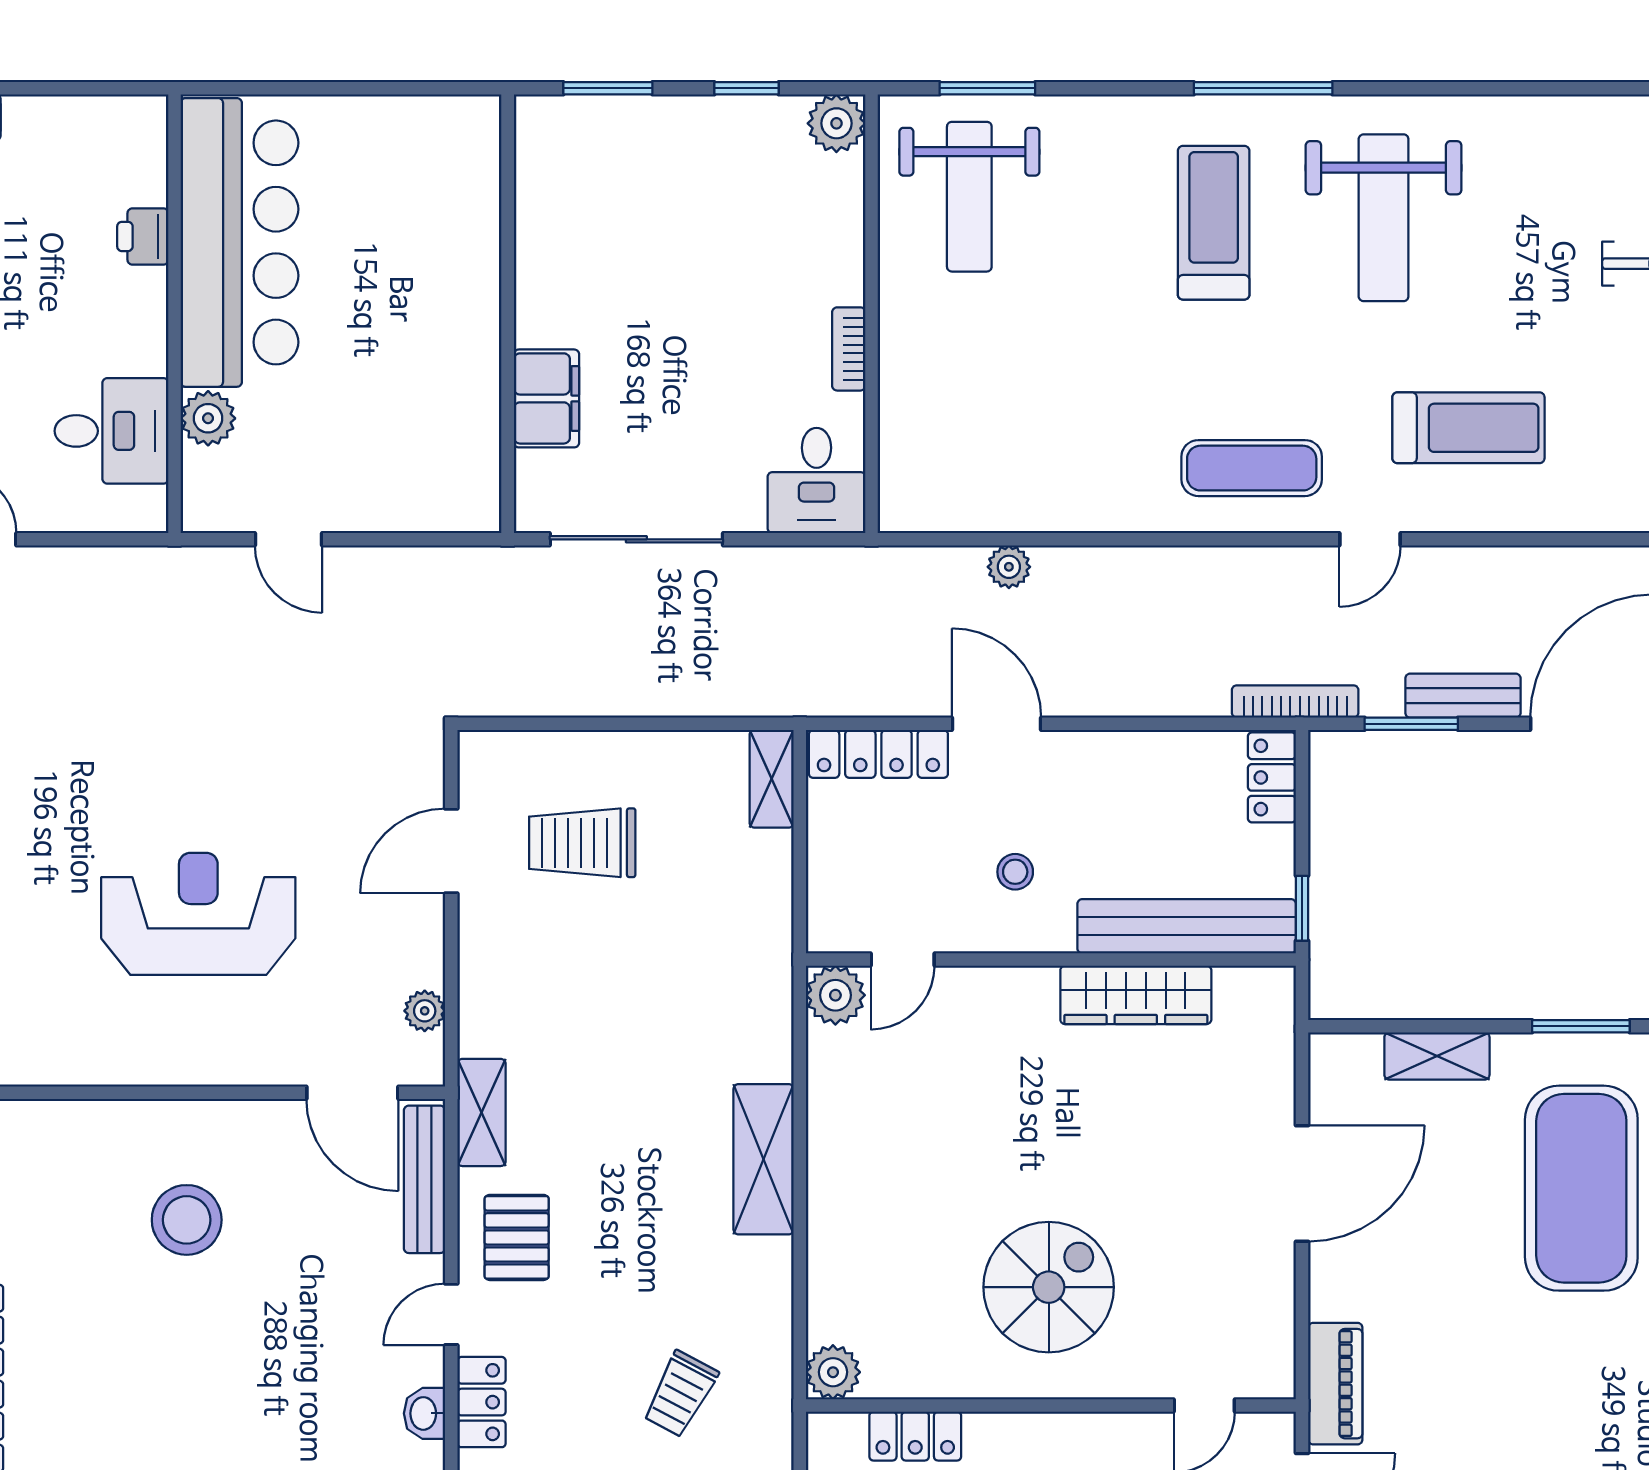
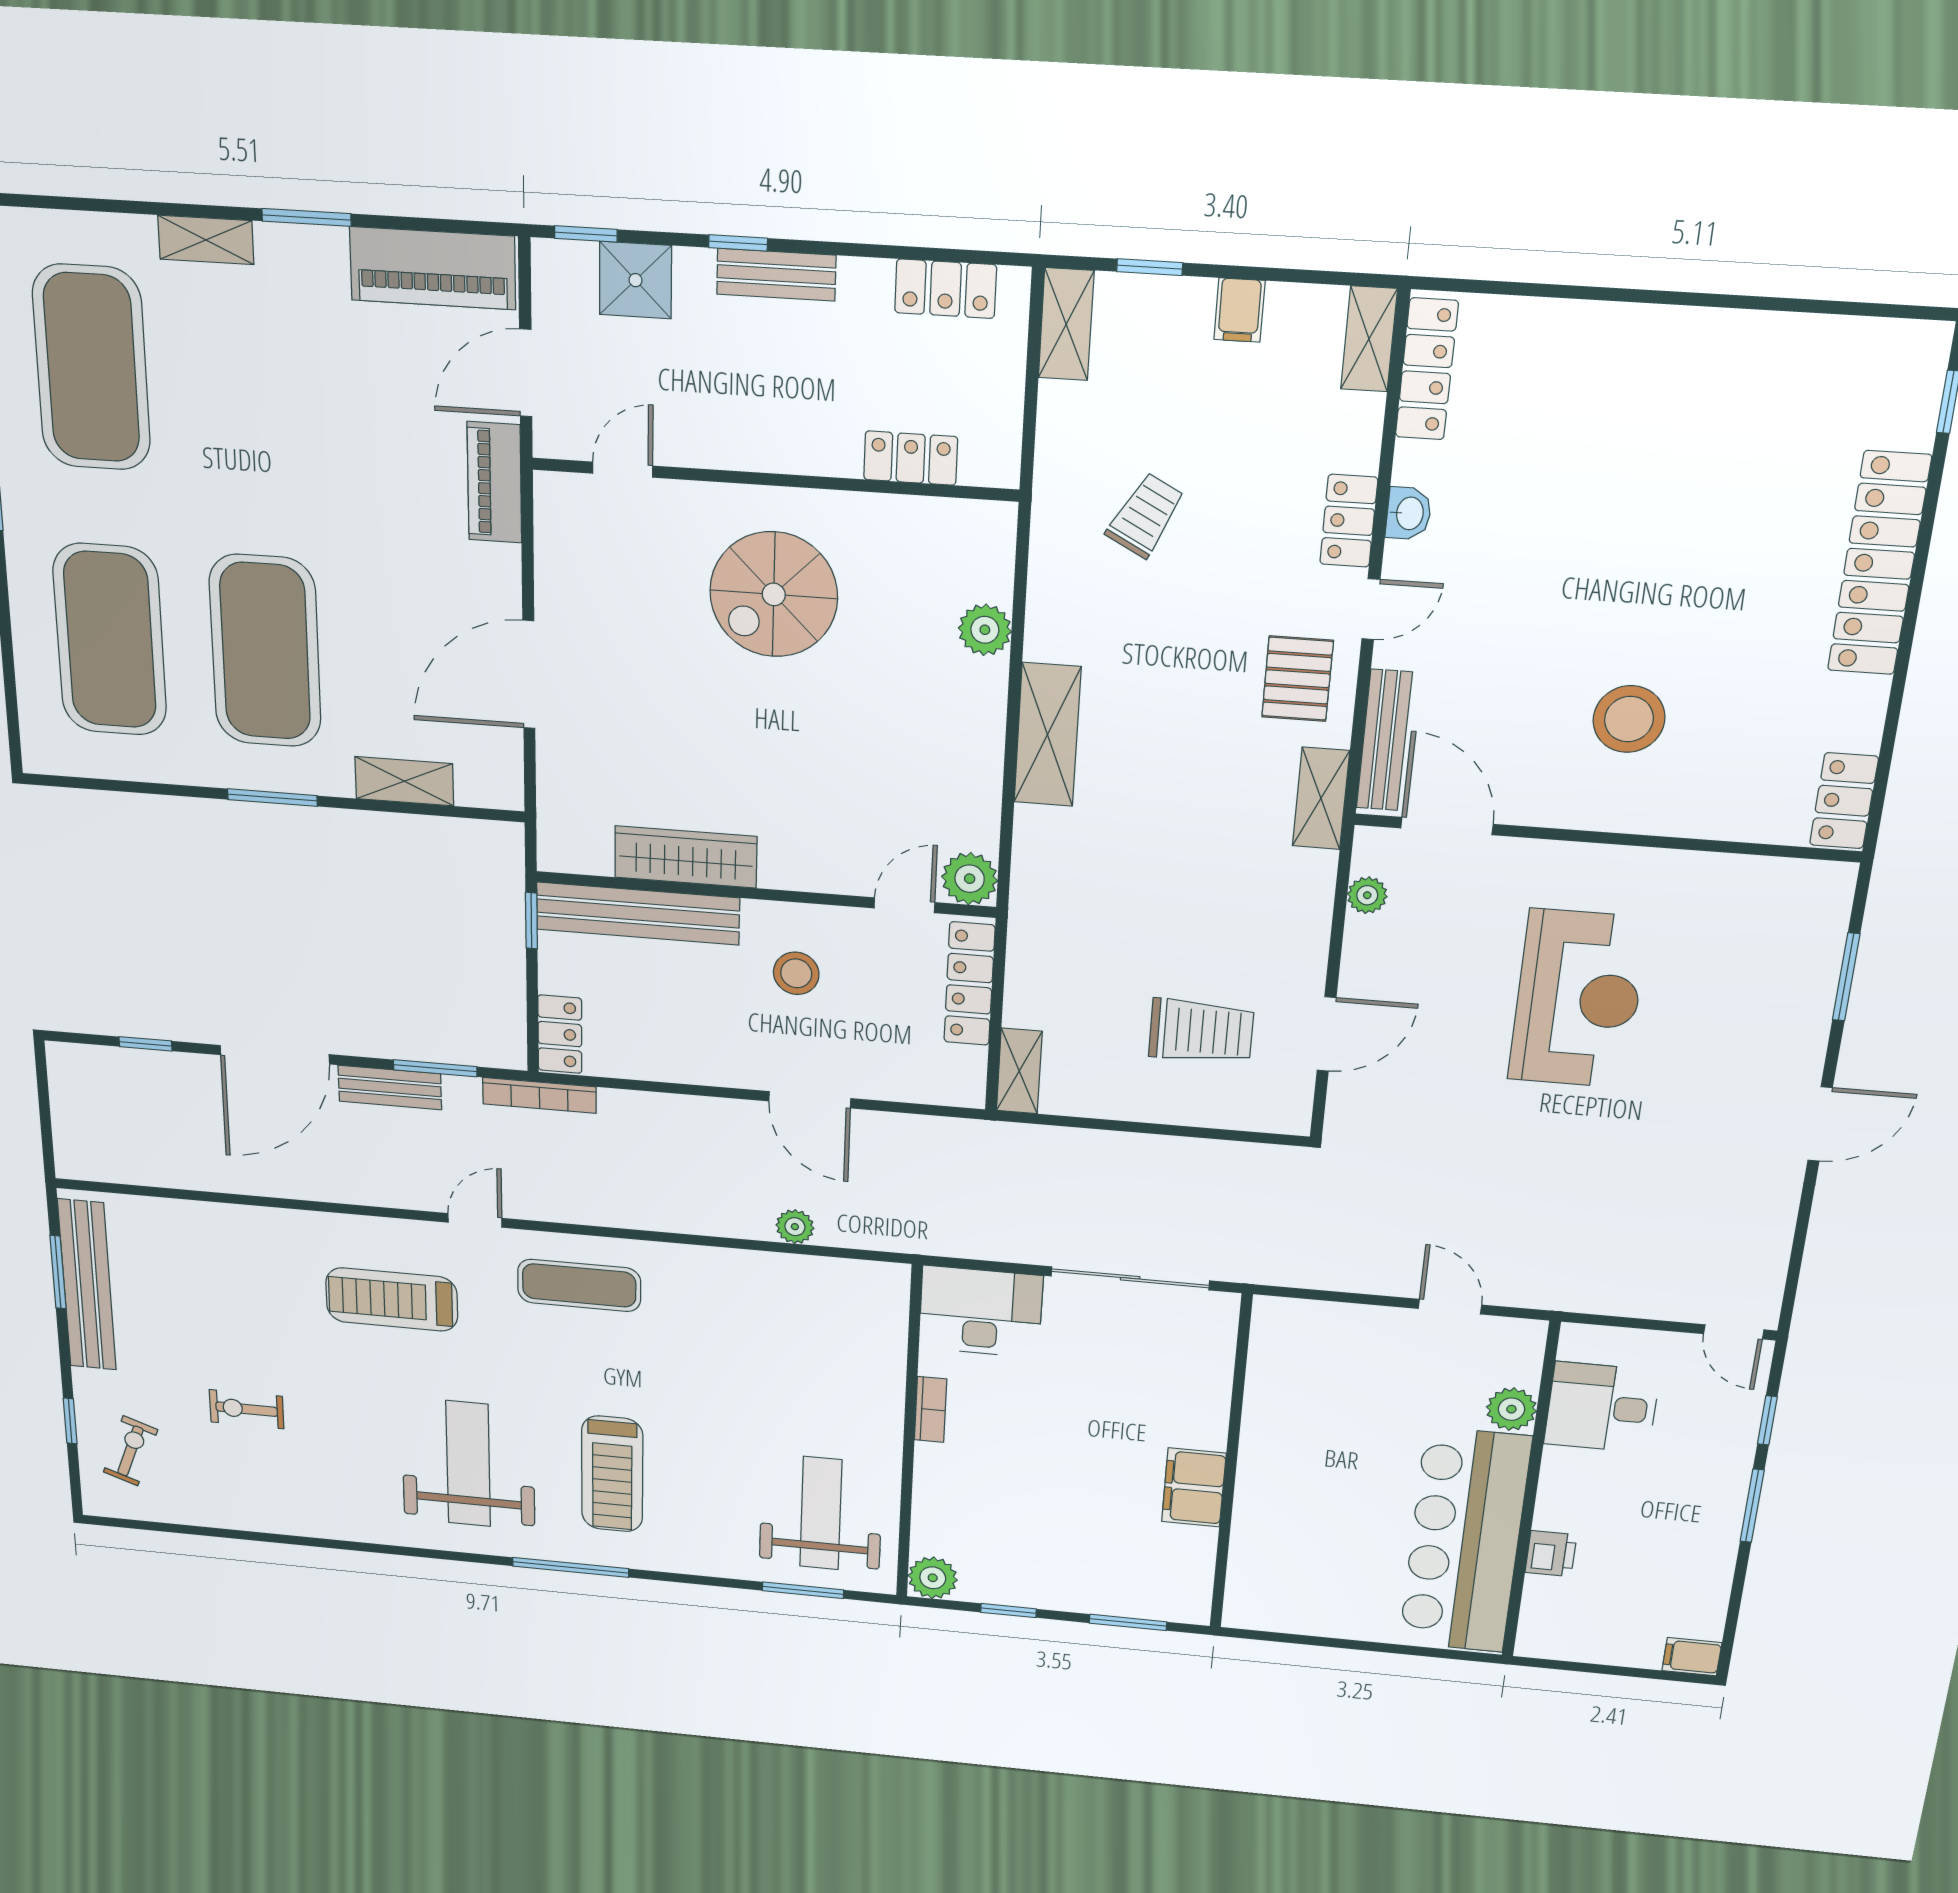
filing cabinet: (546, 398) -> (1194, 1487), moved
desk: (817, 480) -> (981, 1312), width x1.37
locker: (878, 754) -> (969, 984), moved, turned -90
stool: (1015, 872) -> (796, 973), width x1.37, depth x1.37
reception desk: (198, 914) -> (1578, 999), turned -90
plant: (833, 1372) -> (985, 630), moved

